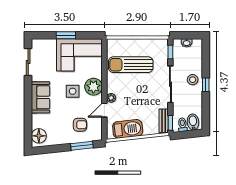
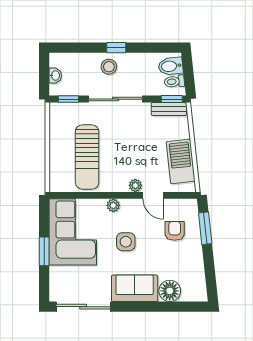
sliding door: (28, 62) -> (83, 307), width x1.37
plant: (93, 87) -> (113, 205), width x0.53, depth x0.53
floor lamp: (39, 136) -> (170, 291), moved

